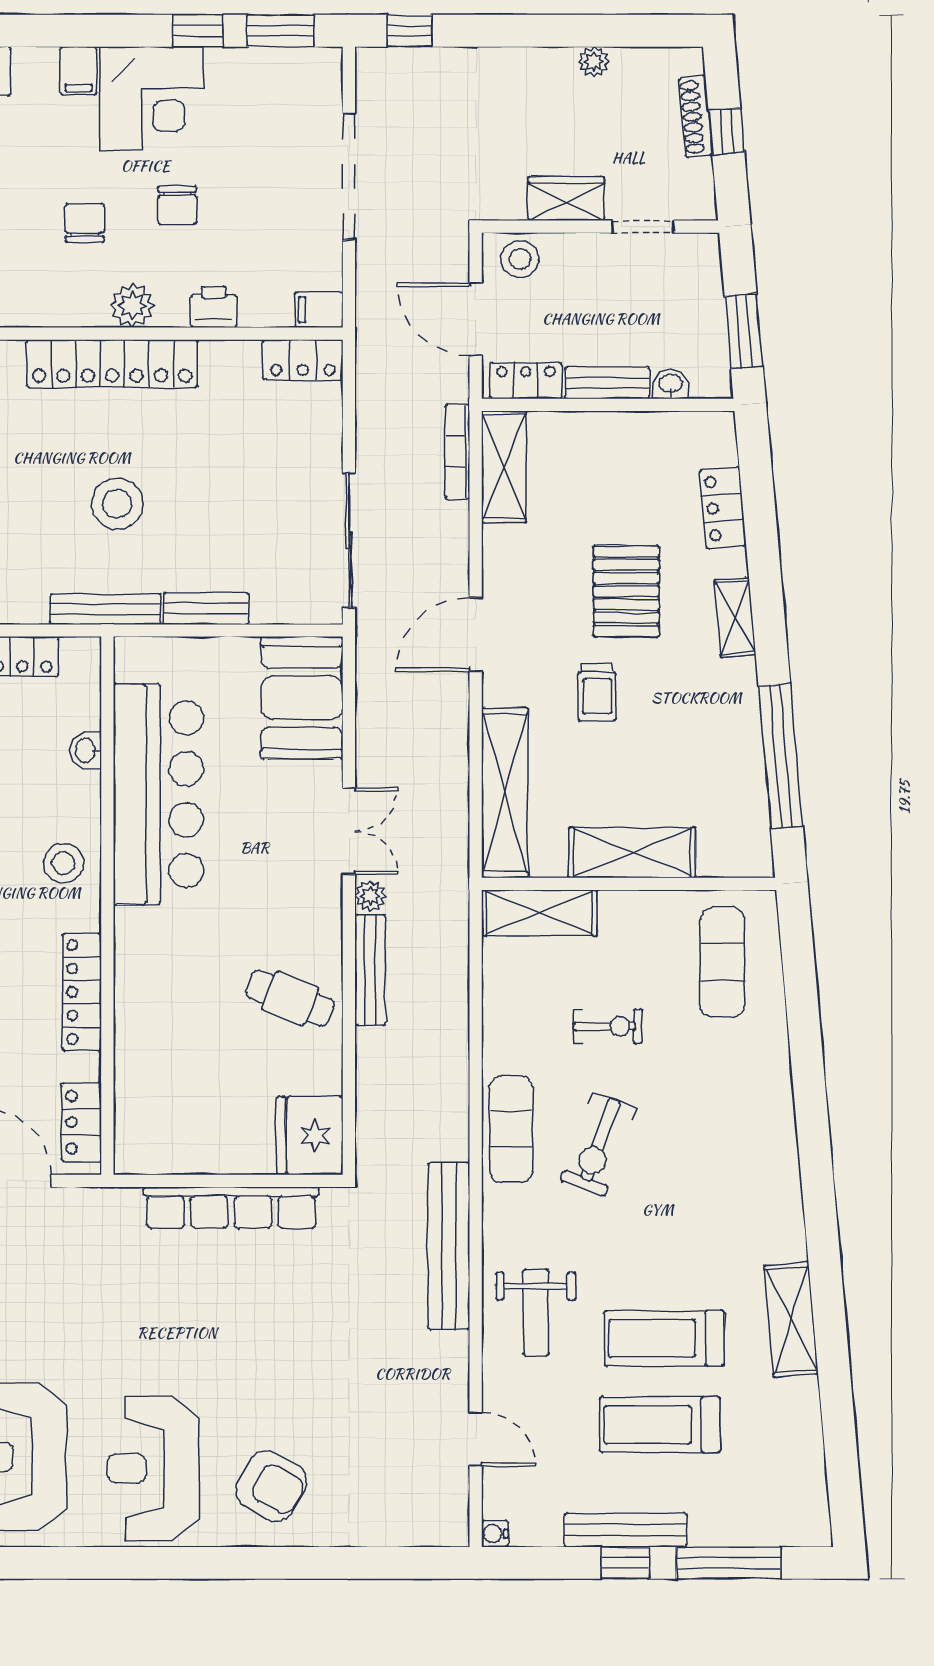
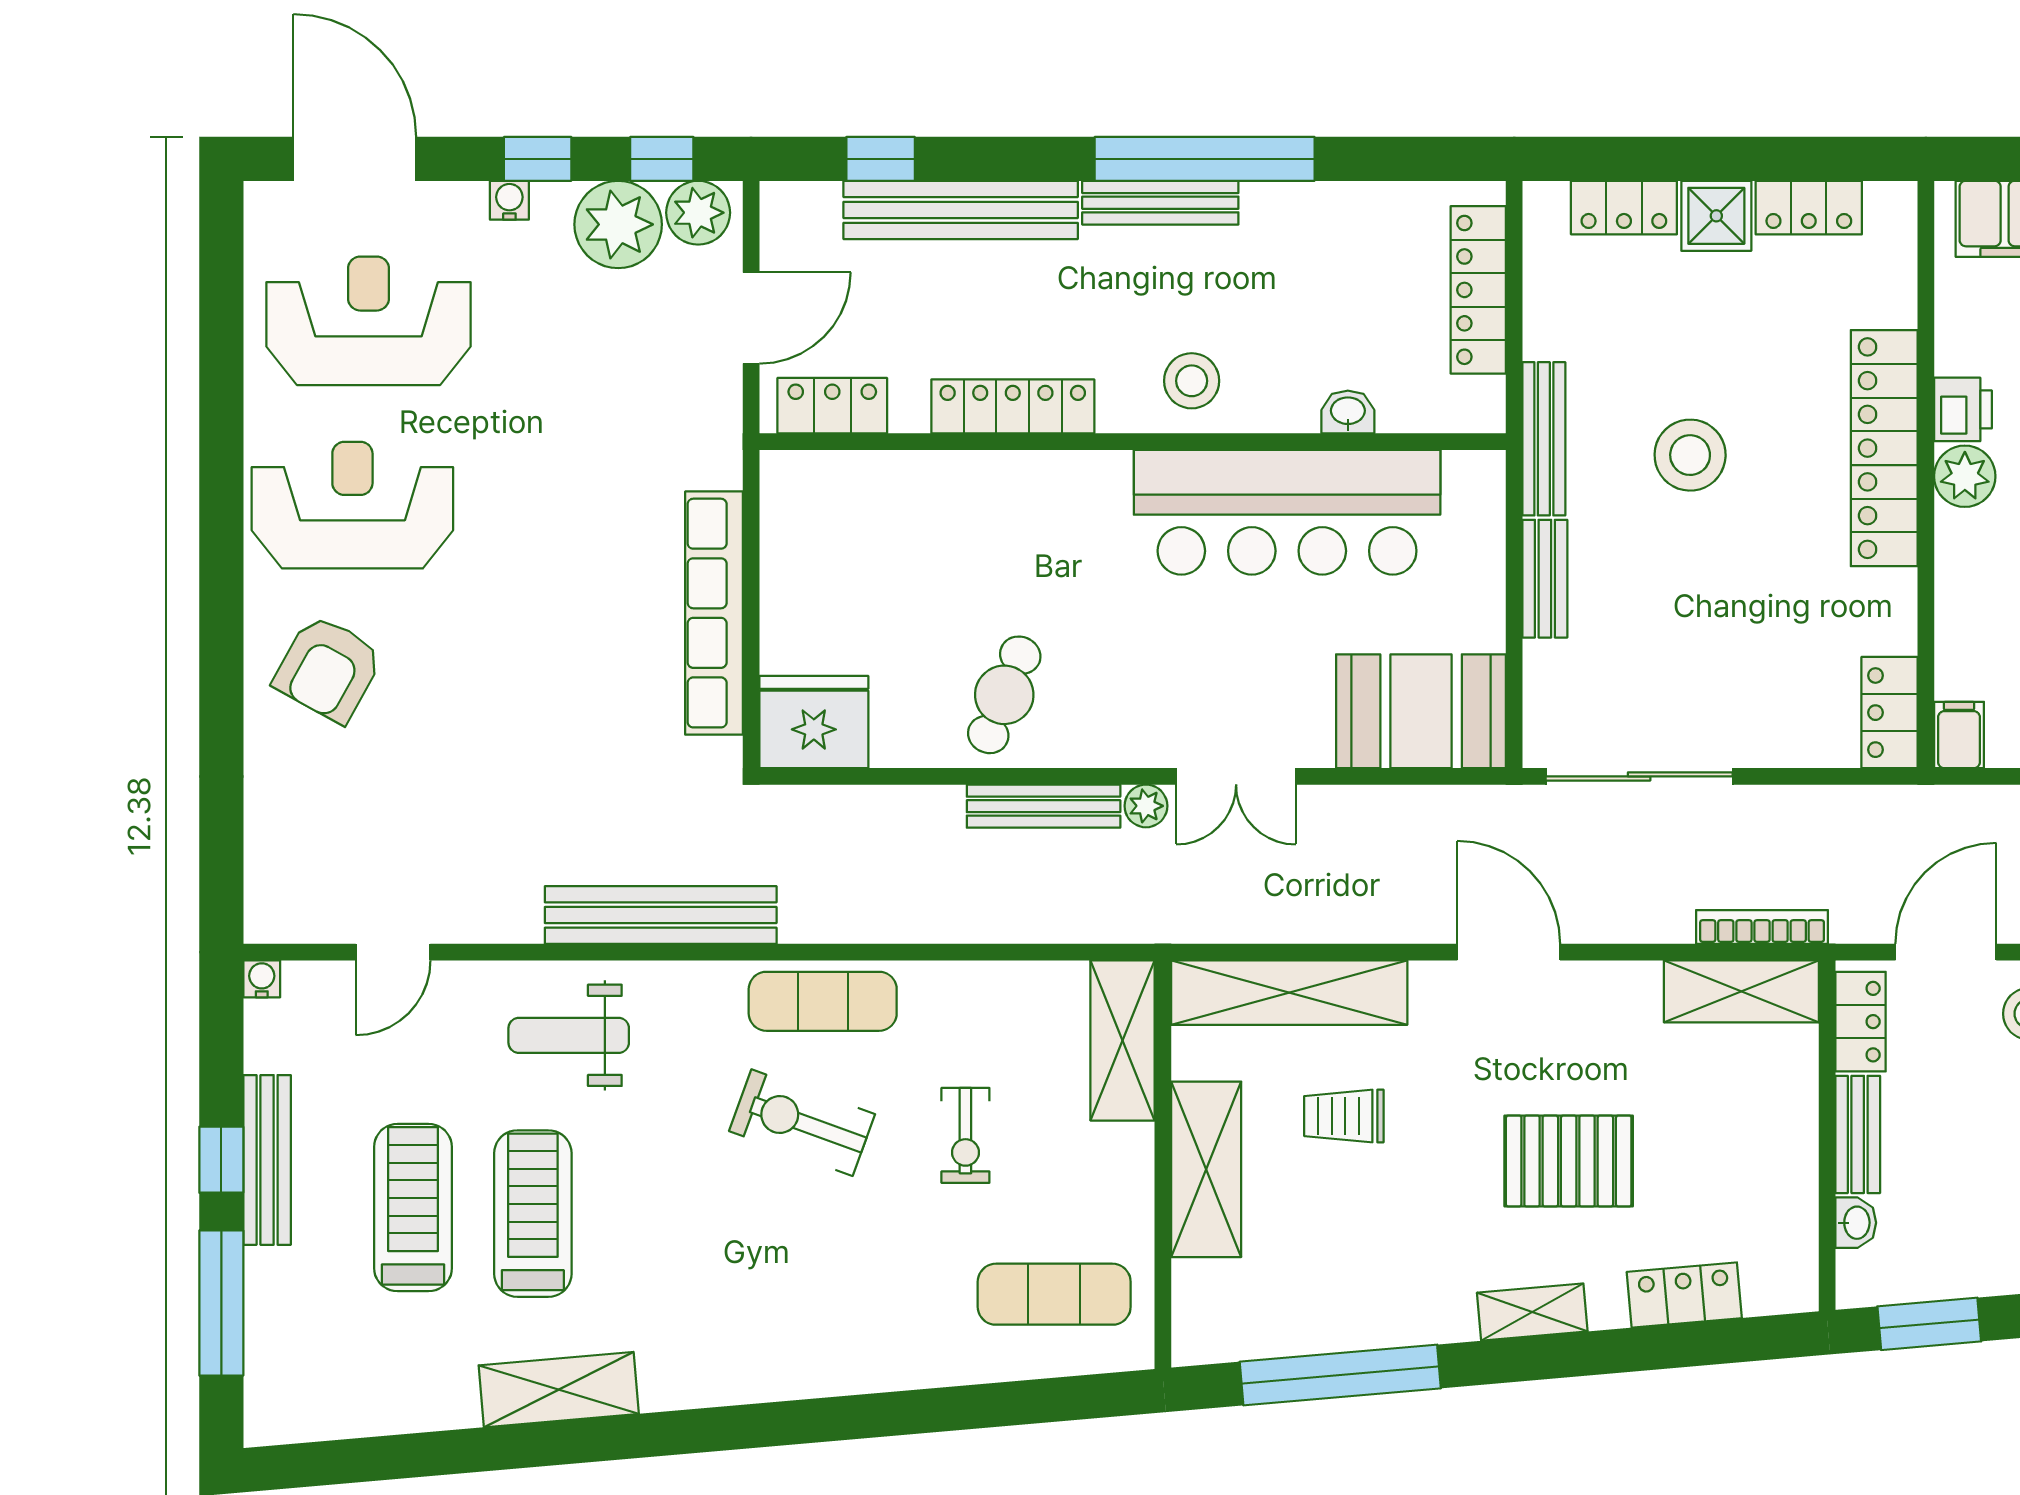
printer: (214, 307) -> (1963, 409), moved
trolley: (597, 692) -> (1344, 1116), moved

